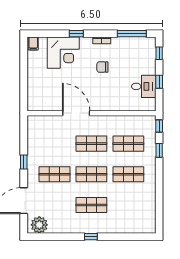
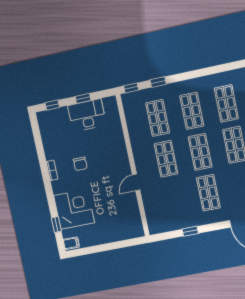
window: (76, 34) -> (56, 225), moved
window: (132, 34) -> (38, 139), removed
desk: (144, 86) -> (87, 115), width x1.37
door: (76, 113) -> (136, 182), width x0.53
window: (24, 162) -> (190, 231), moved
shop shelf: (128, 205) -> (226, 103), added

